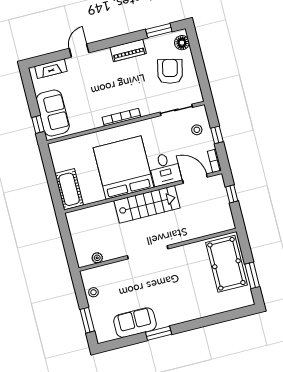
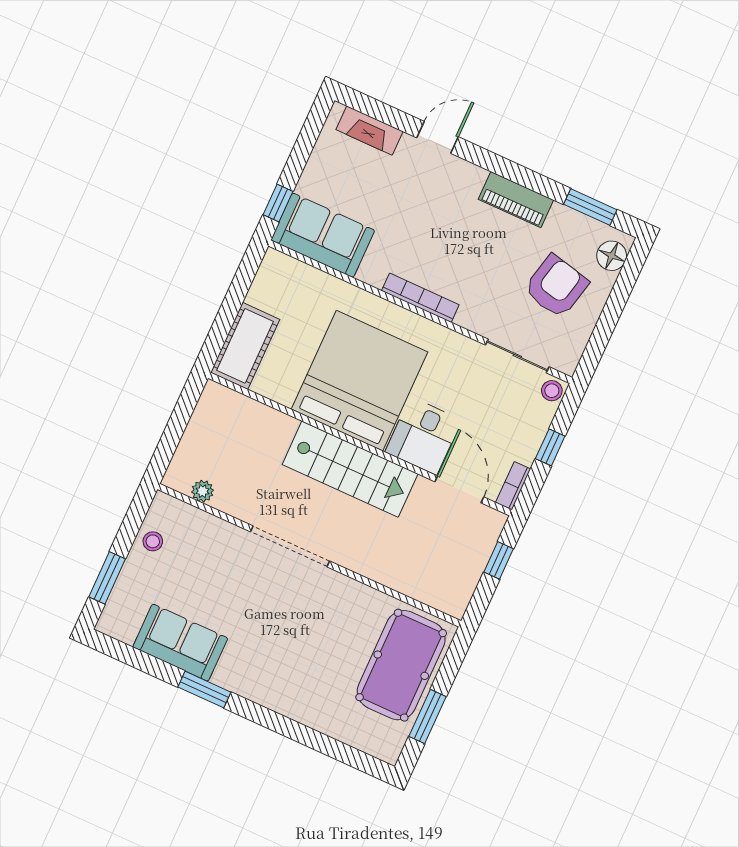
sofa: (53, 113) -> (323, 235), moved, turned -90
stool: (197, 130) -> (552, 391), moved

